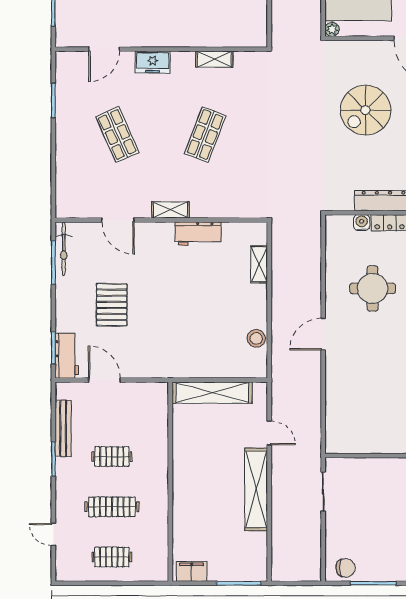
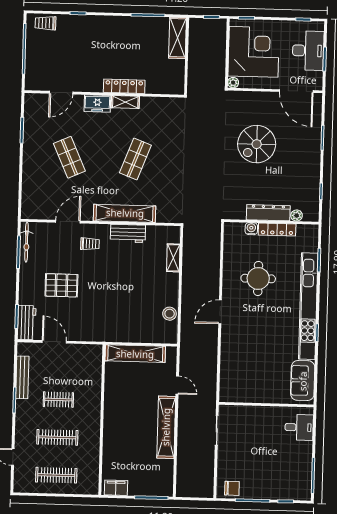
locker: (188, 38) -> (124, 86), added
shelving: (214, 59) -> (125, 102), moved
shelving: (170, 210) -> (125, 213), width x2.20, depth x1.33
door: (118, 220) -> (68, 222), swing flipped
trolley: (148, 249) -> (90, 244), added
pallet: (112, 305) -> (61, 285), turned 90
clothes rail: (112, 557) -> (56, 475), width x1.36

